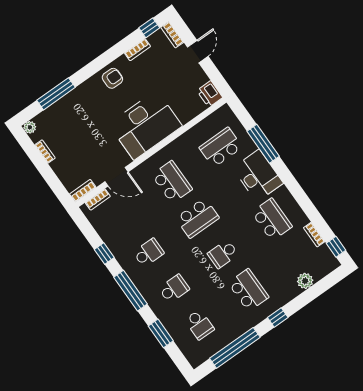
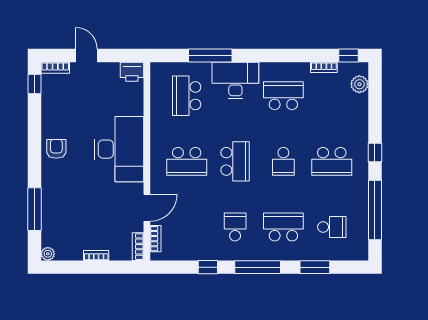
bookcase: (137, 50) -> (47, 108), removed
bookcase: (45, 151) -> (96, 256), moved
school desk: (172, 182) -> (187, 161), turned 180
plant: (305, 281) -> (359, 84), moved
school desk: (174, 289) -> (283, 227), width x1.85
school desk: (248, 290) -> (332, 161), turned 180

